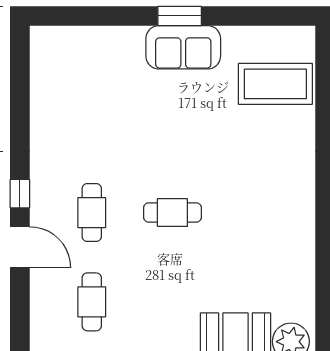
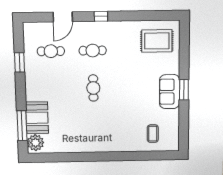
rug: (73, 75) -> (157, 41), added
coffee table: (275, 84) -> (153, 134), width x0.54, depth x0.58
door: (20, 247) -> (63, 17), moved

